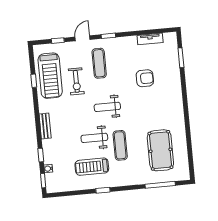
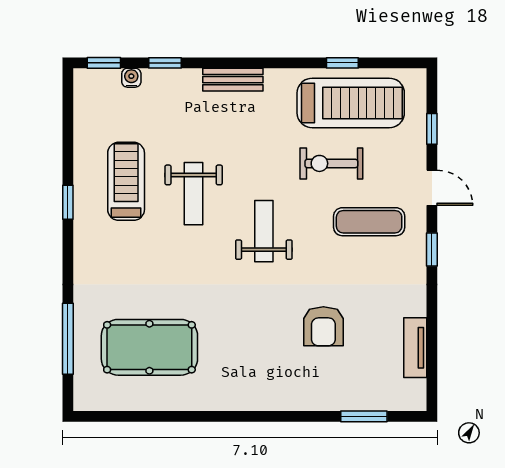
treadmill: (50, 76) -> (351, 103), turned 180
weight bench: (94, 138) -> (194, 194), turned 180
exercise mat: (120, 145) -> (170, 253), removed

